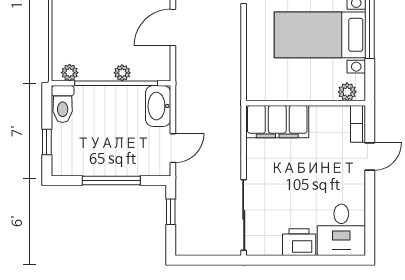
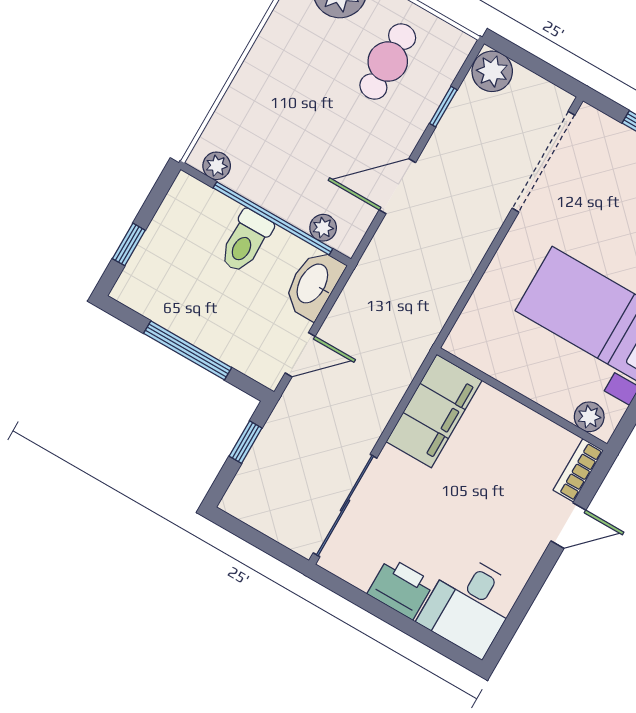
plant: (122, 73) -> (323, 228), moved
toilet: (63, 104) -> (246, 241), moved
filing cabinet: (277, 122) -> (434, 411), moved, turned -90

